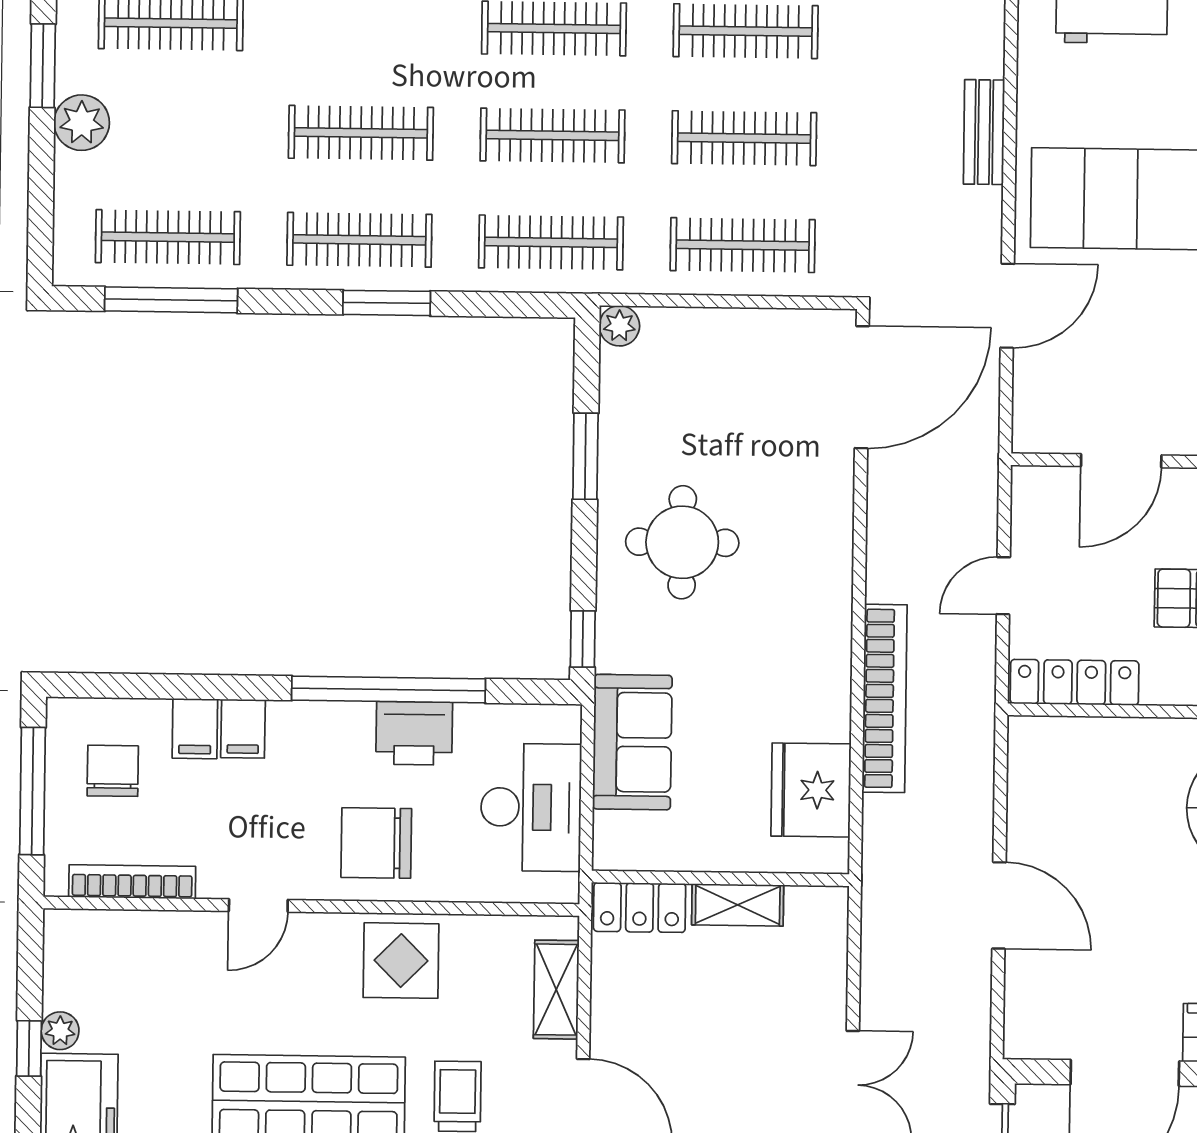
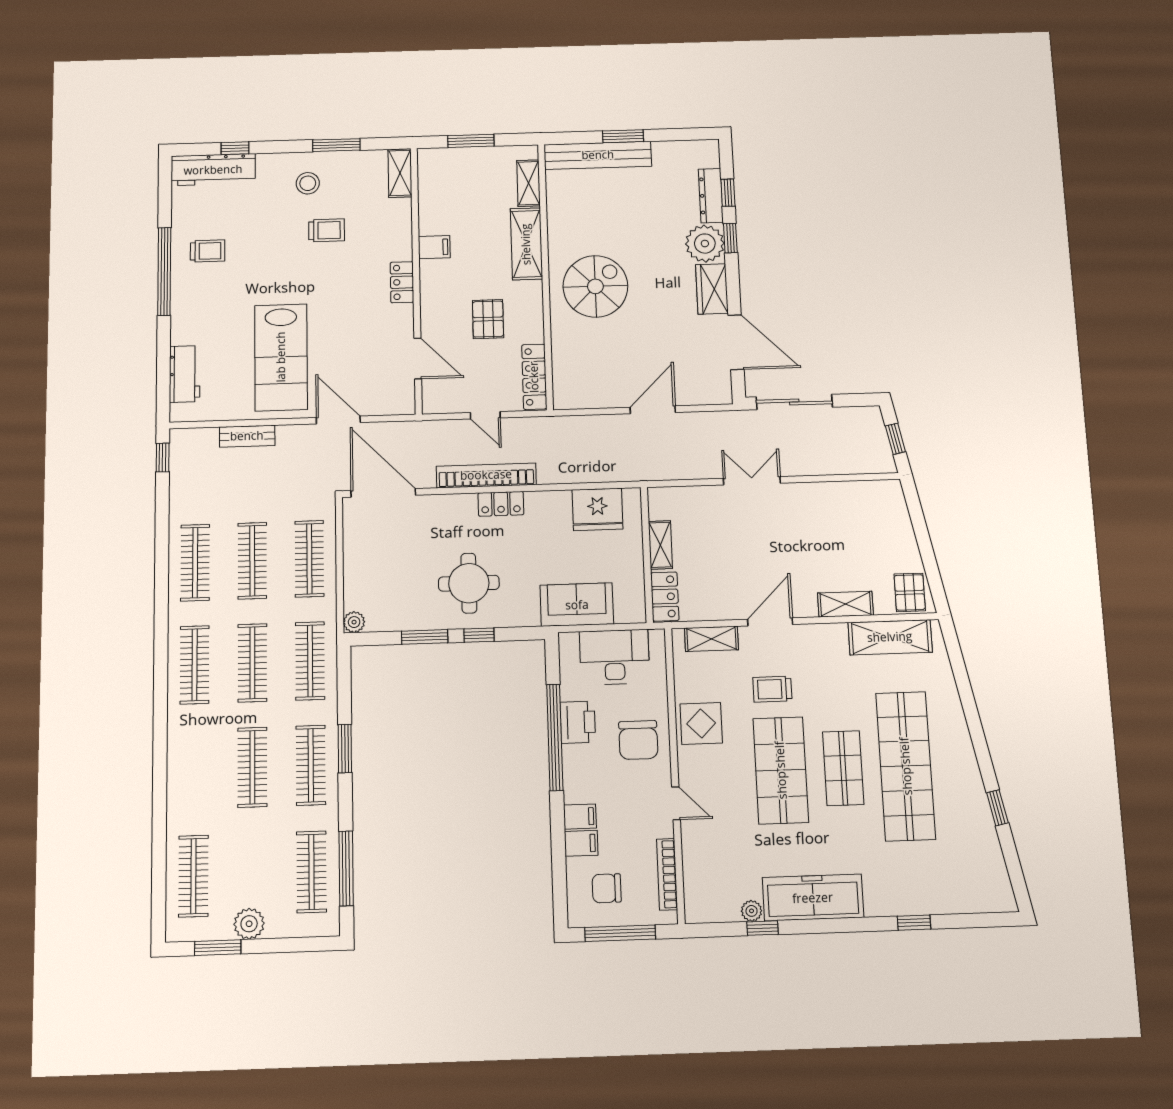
locker: (830, 608) -> (501, 504), added
window: (583, 639) -> (479, 635), moved
bookcase: (885, 698) -> (486, 475), moved

